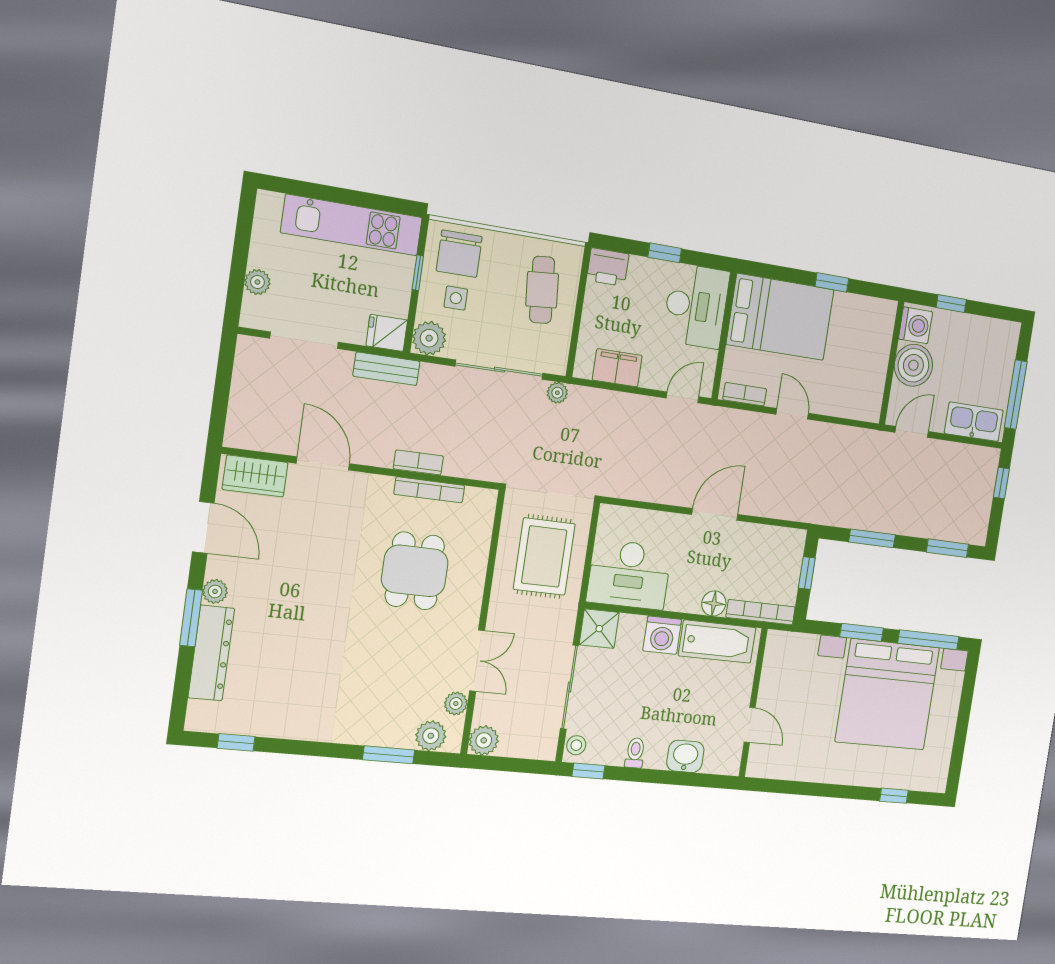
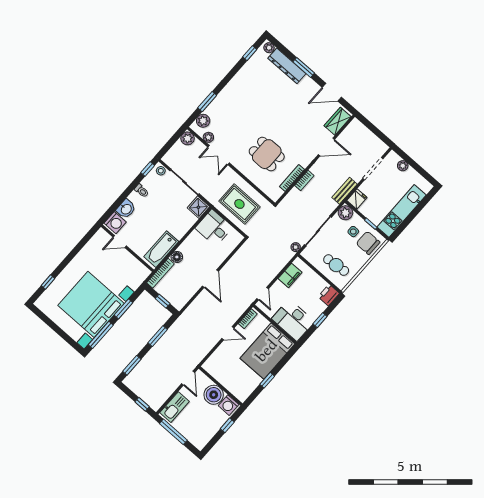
desk: (629, 574) -> (214, 228), width x0.73
plant: (215, 591) -> (269, 48), moved
washing machine: (662, 635) -> (115, 223), moved, turned 180

